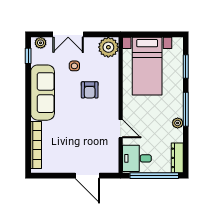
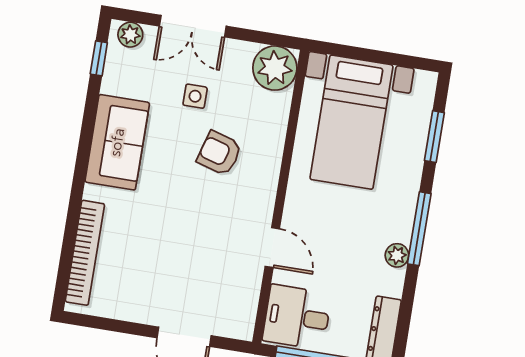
armchair: (90, 90) -> (219, 153), turned 106
sofa: (43, 93) -> (117, 142), width x0.73

